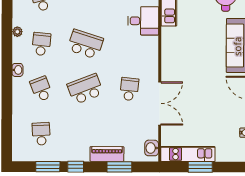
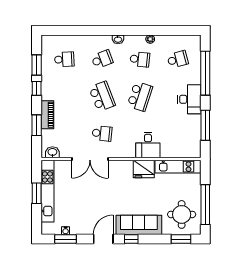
desk: (143, 21) -> (148, 145), moved
fridge: (172, 40) -> (144, 169), added
kitchen unit: (188, 154) -> (47, 191), width x1.36

